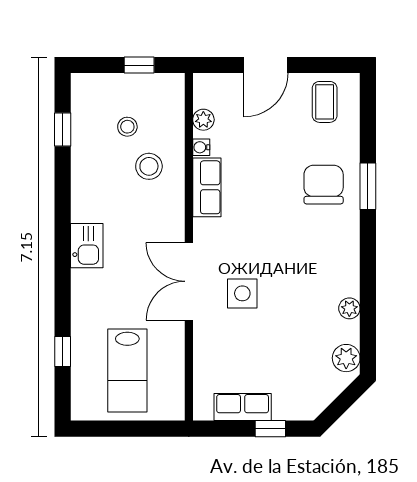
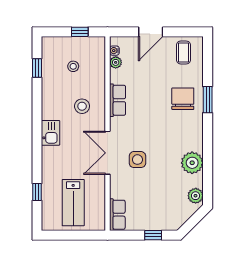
water cooler: (201, 147) -> (114, 51), moved
stool: (149, 166) -> (82, 106), moved
plant: (349, 308) -> (192, 163), width x1.87, depth x1.87
row of seats: (243, 407) -> (117, 215), moved, turned 90

